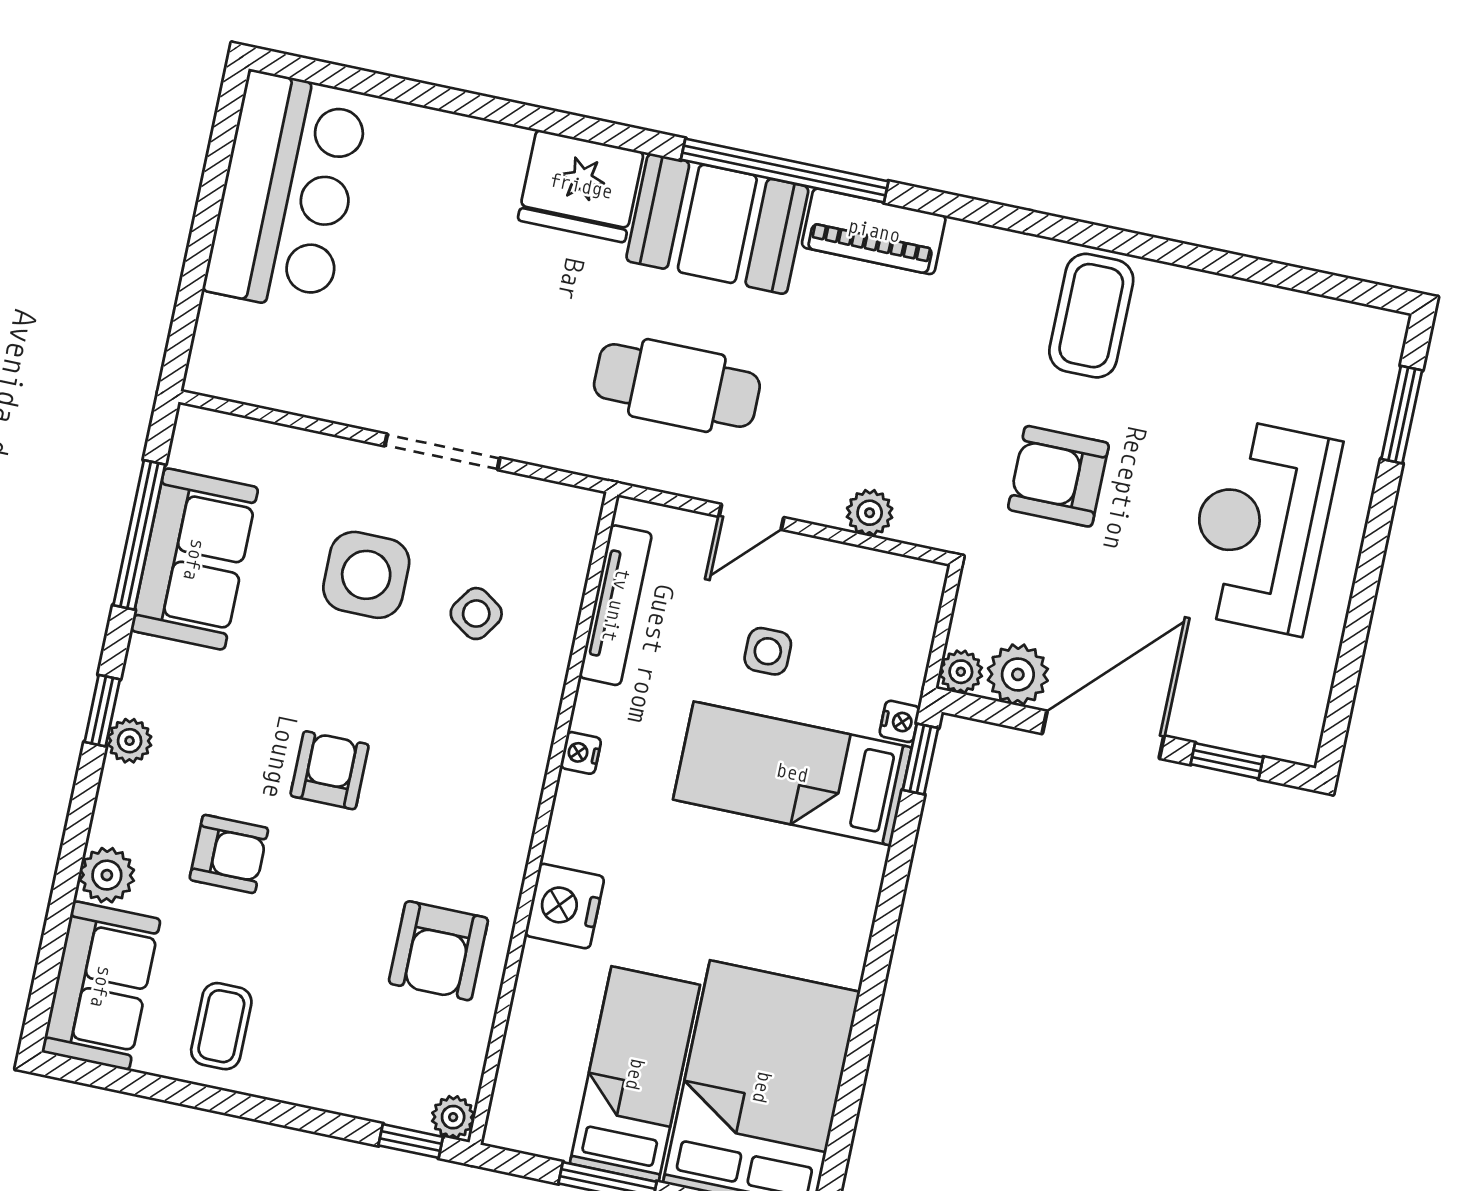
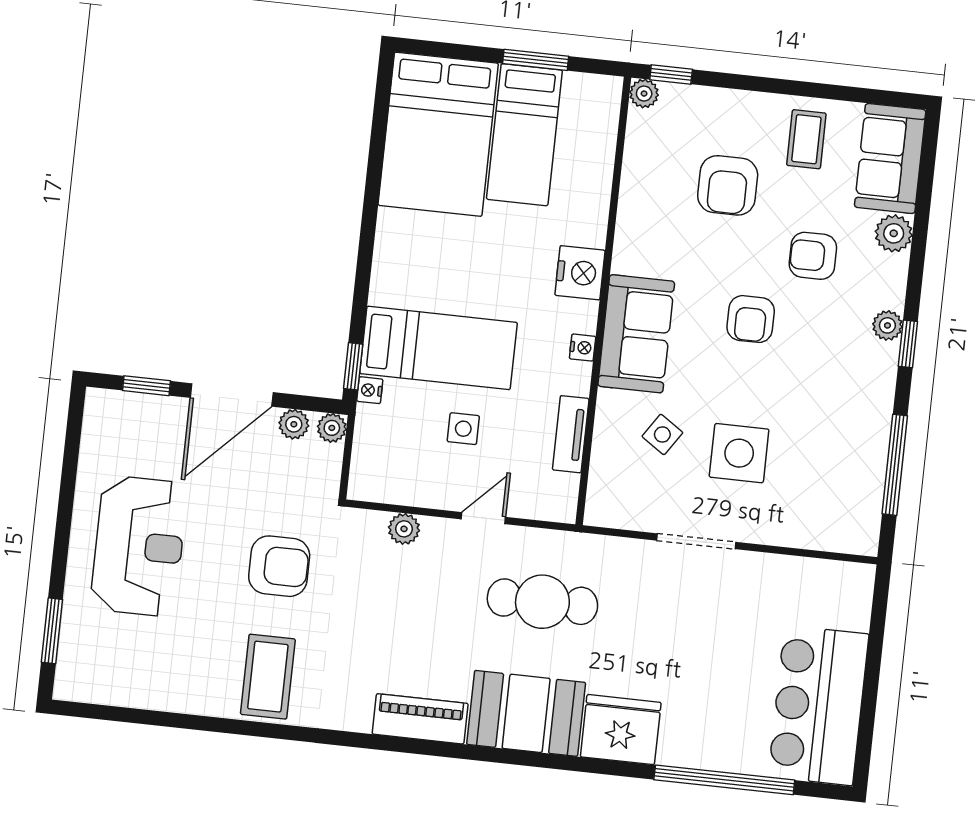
window: (785, 171) -> (724, 780), moved
sofa: (194, 559) -> (636, 334), moved, turned 180
tv unit: (616, 605) -> (571, 434), width x0.71
plant: (1018, 674) -> (294, 424), width x0.73, depth x0.73
nightstand: (565, 906) -> (580, 273), moved
armchair: (438, 951) -> (728, 185), moved, turned 180

